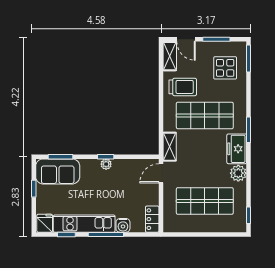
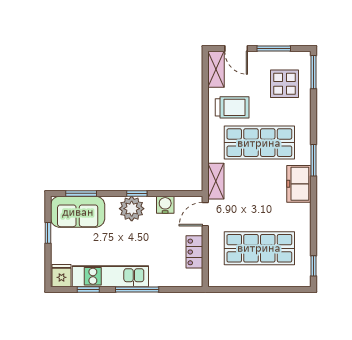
plant: (106, 164) -> (132, 209), width x1.88, depth x1.88
plant: (238, 173) -> (301, 214), removed
locker: (152, 219) -> (194, 252), moved
water cooler: (123, 225) -> (165, 205), moved, turned 180

